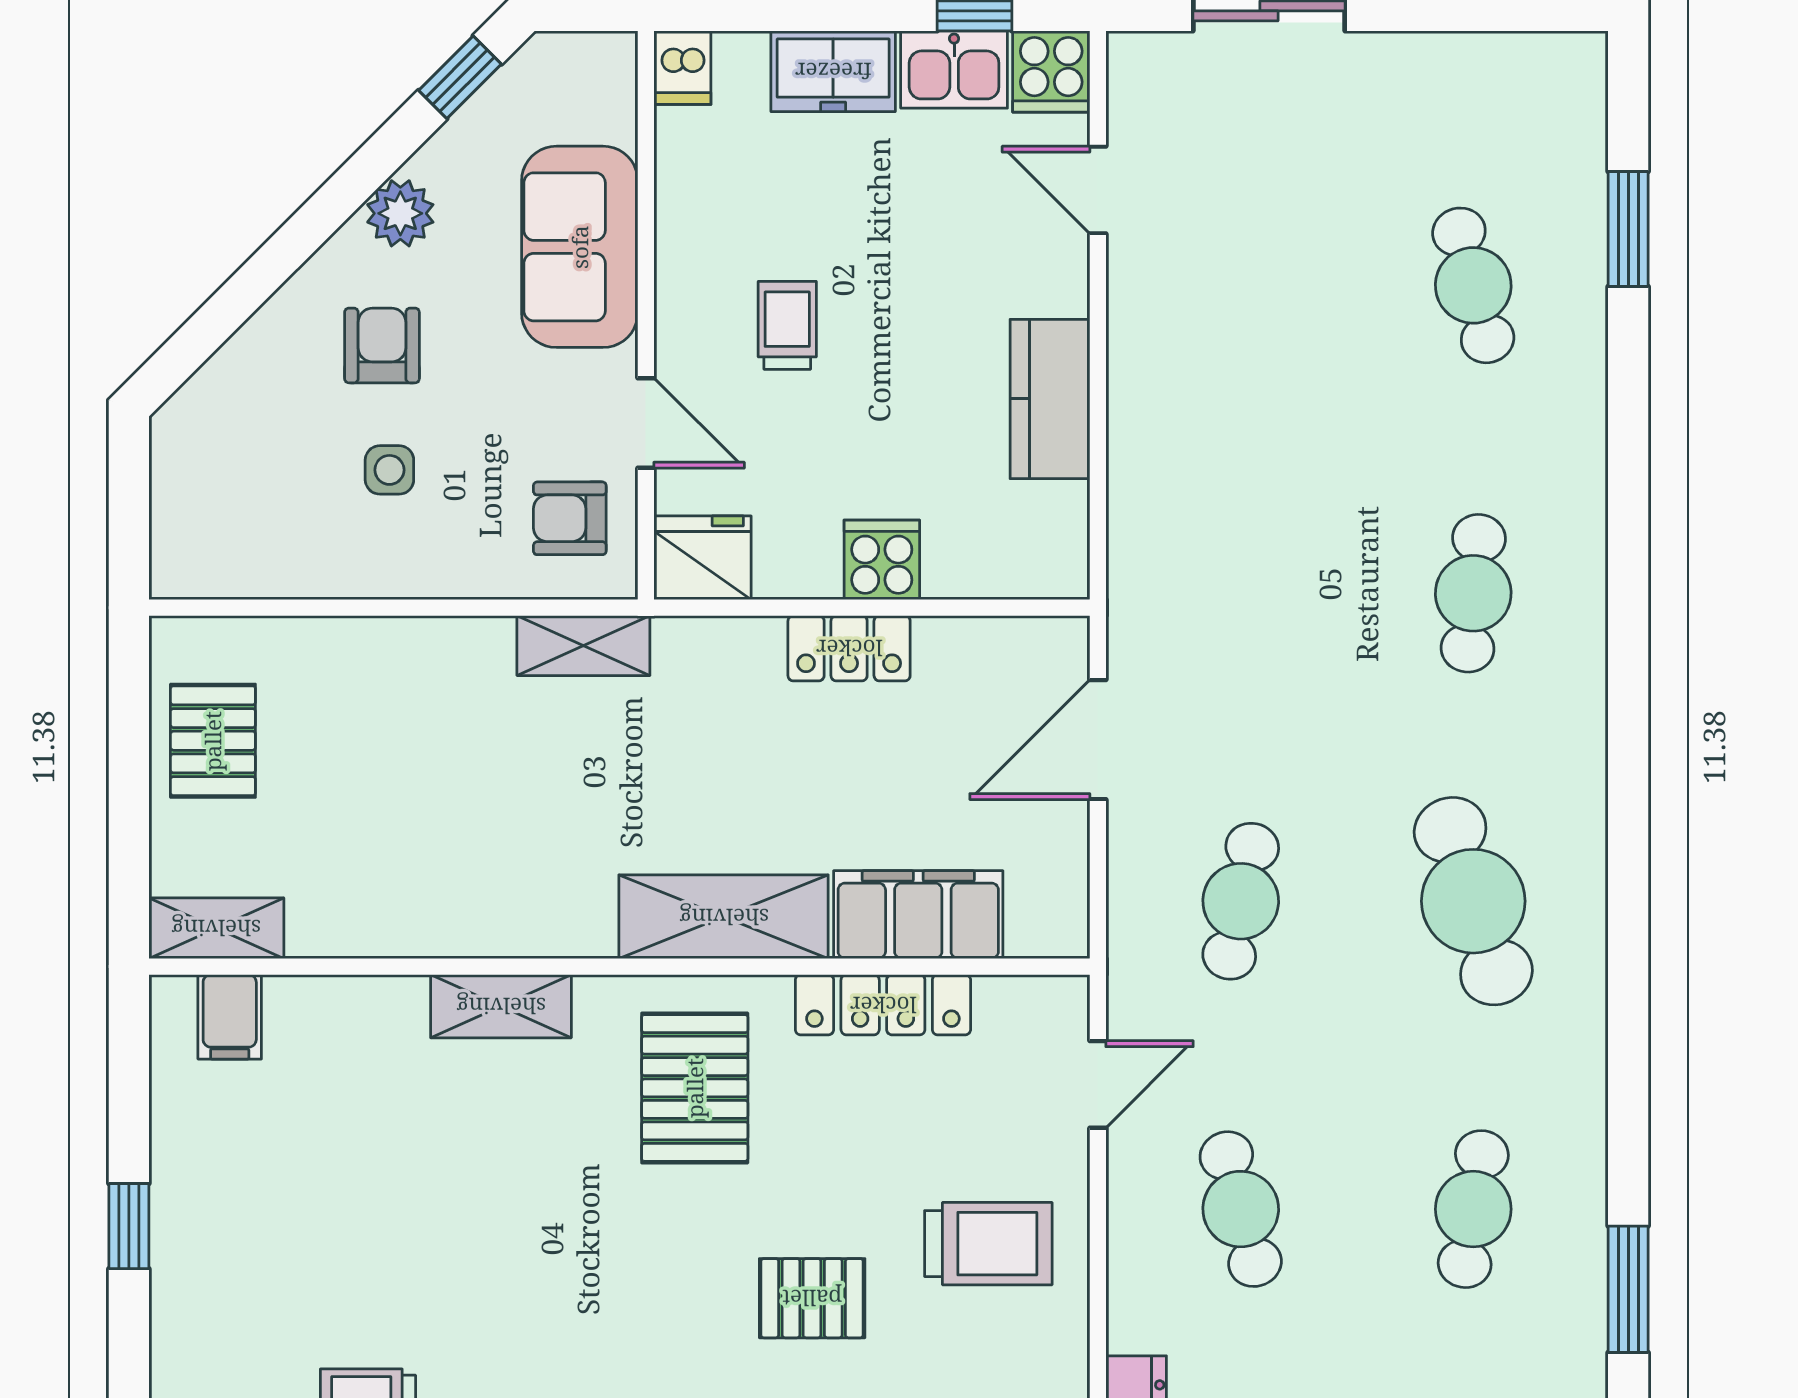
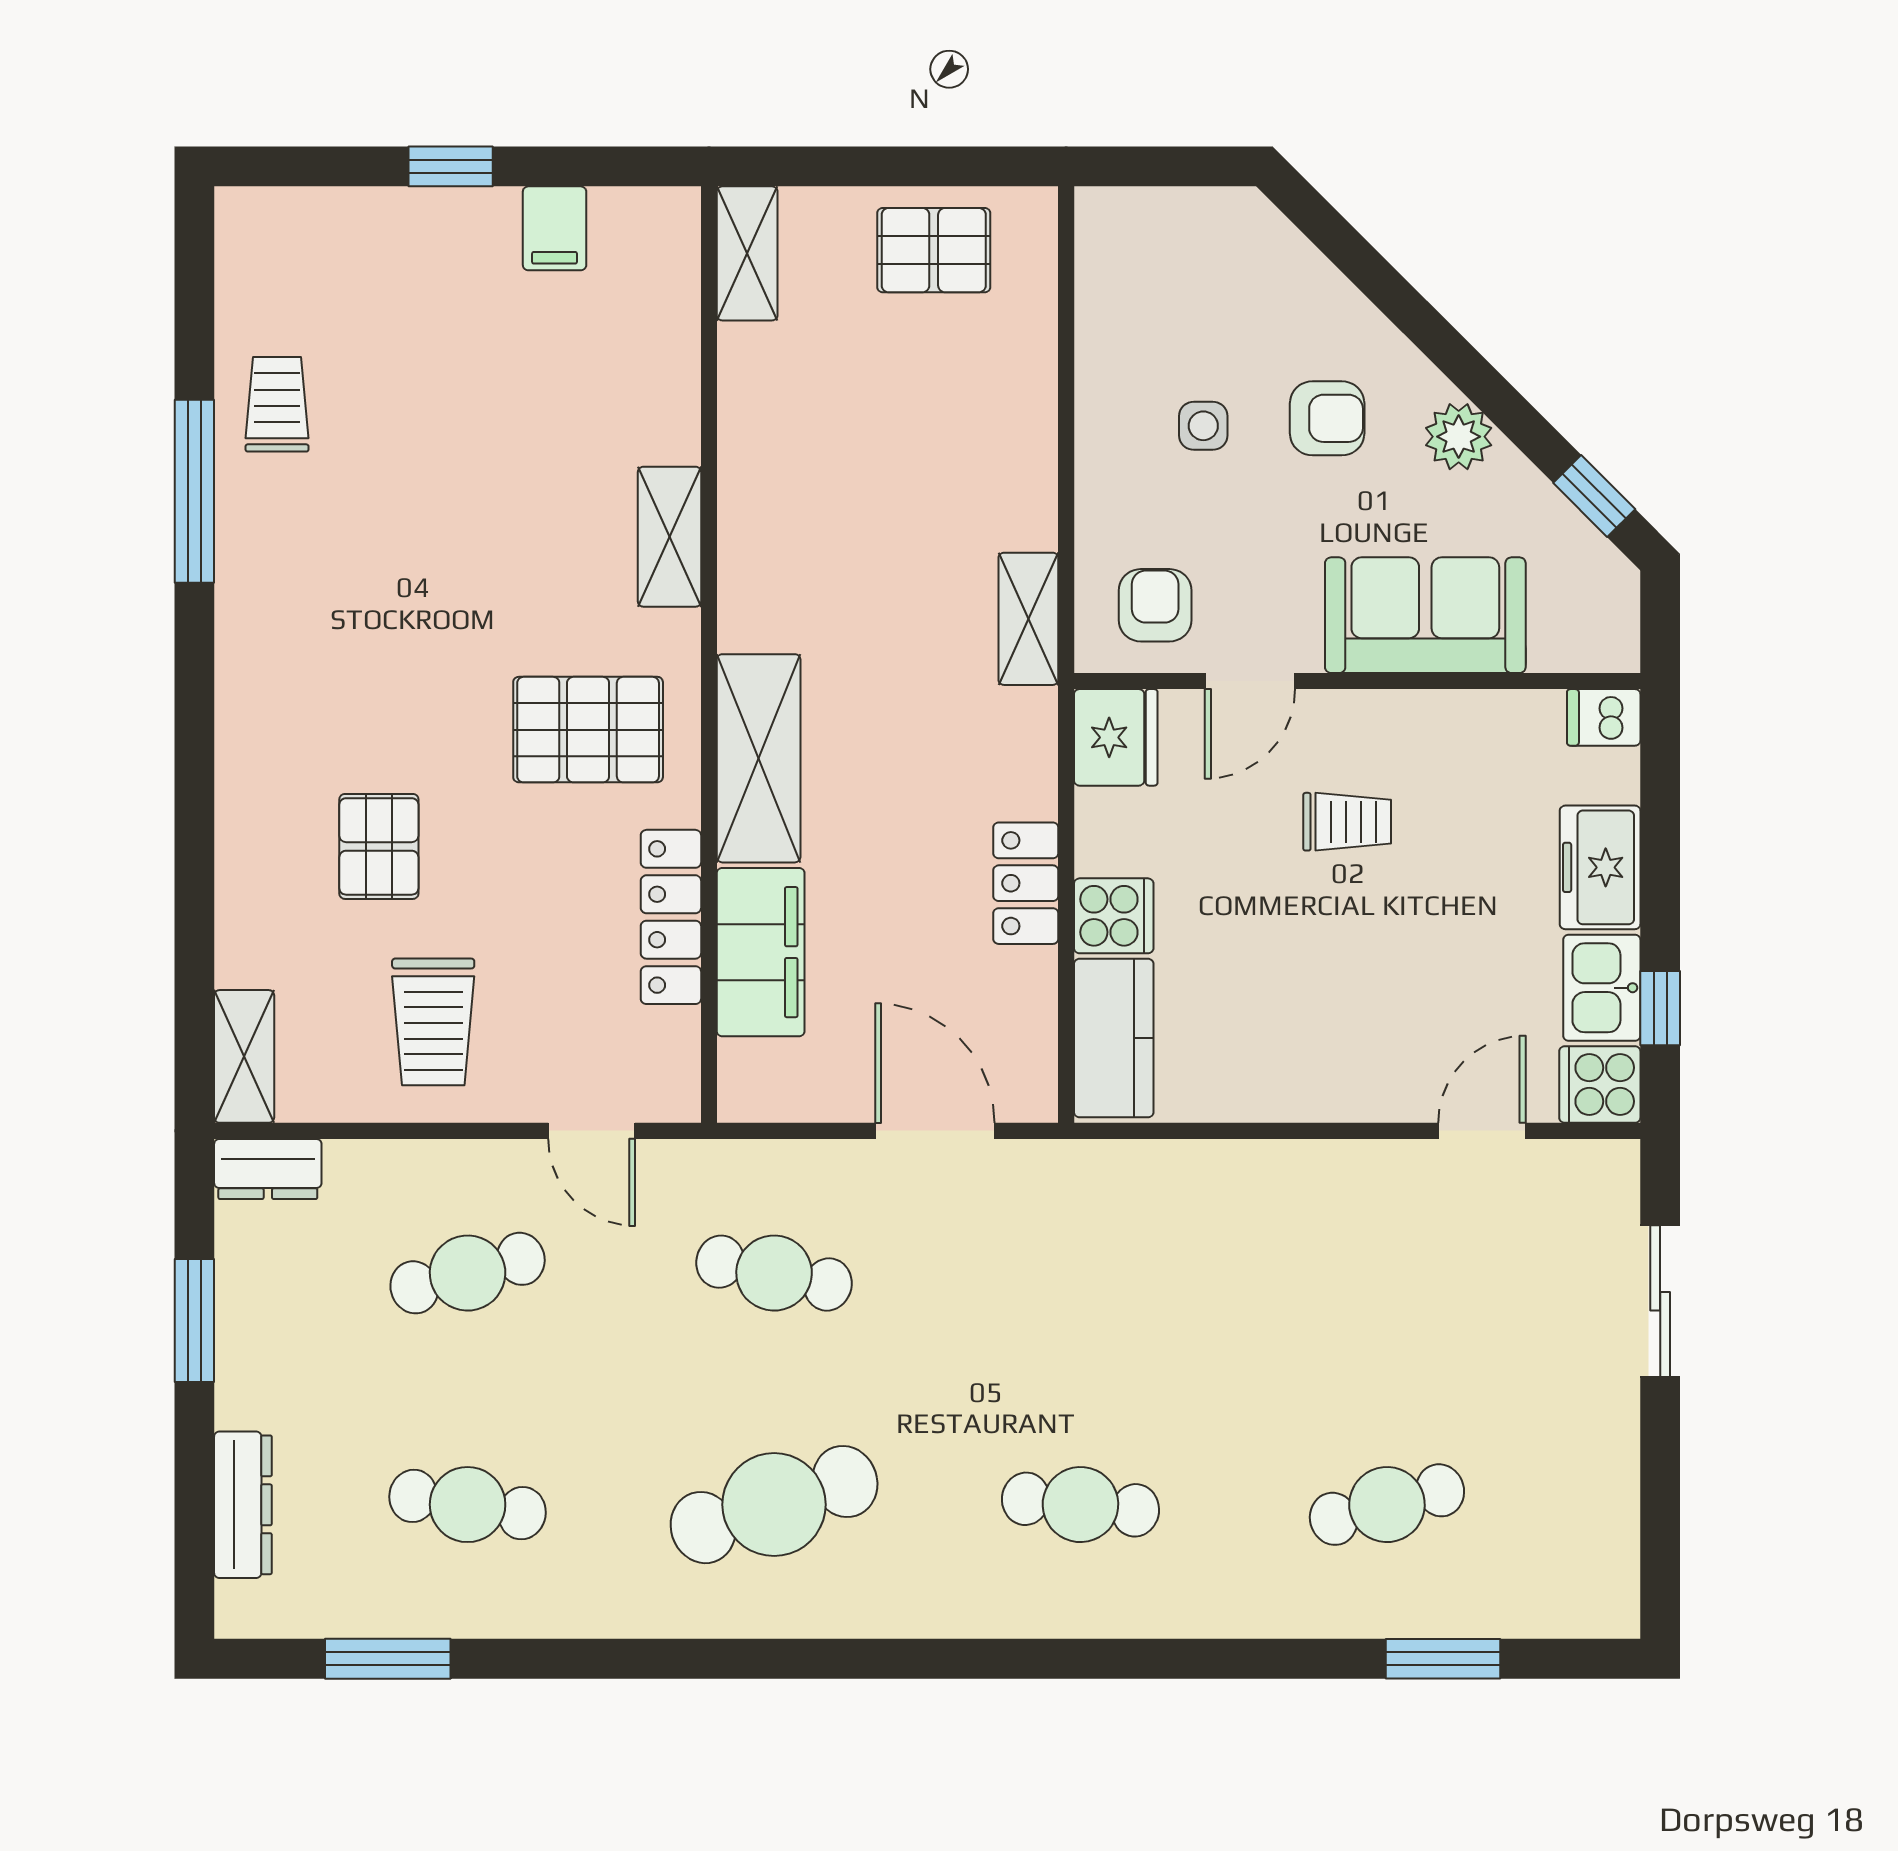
kitchen counter: (1050, 399) -> (1114, 1038), moved, turned 90
filing cabinet: (230, 1017) -> (555, 228), moved, turned -90

